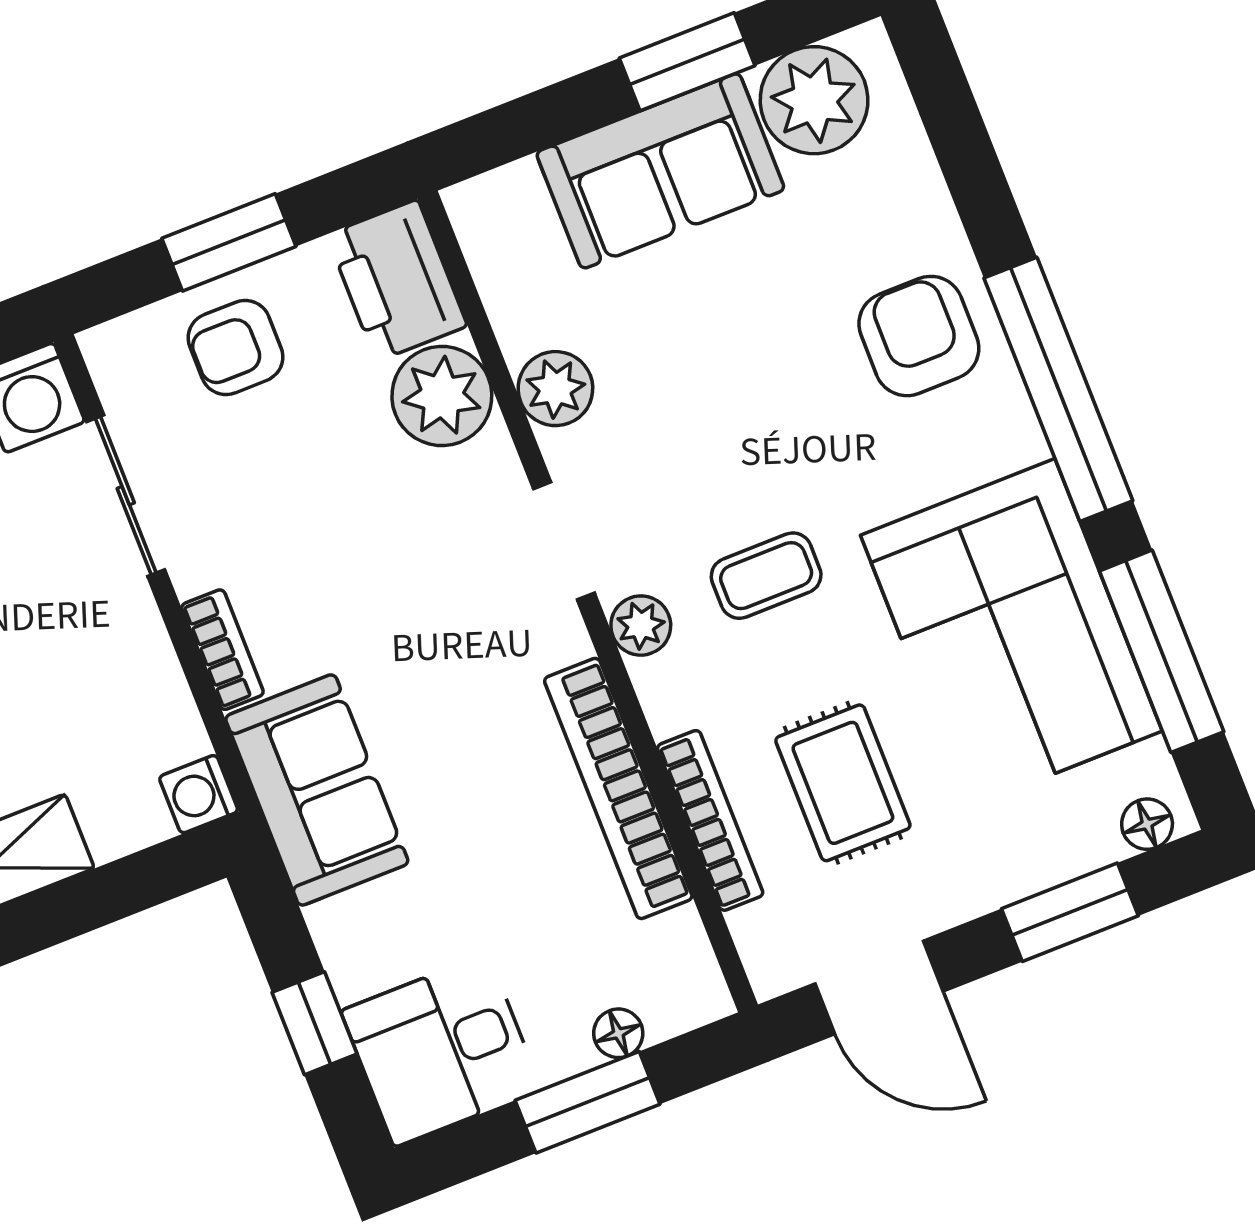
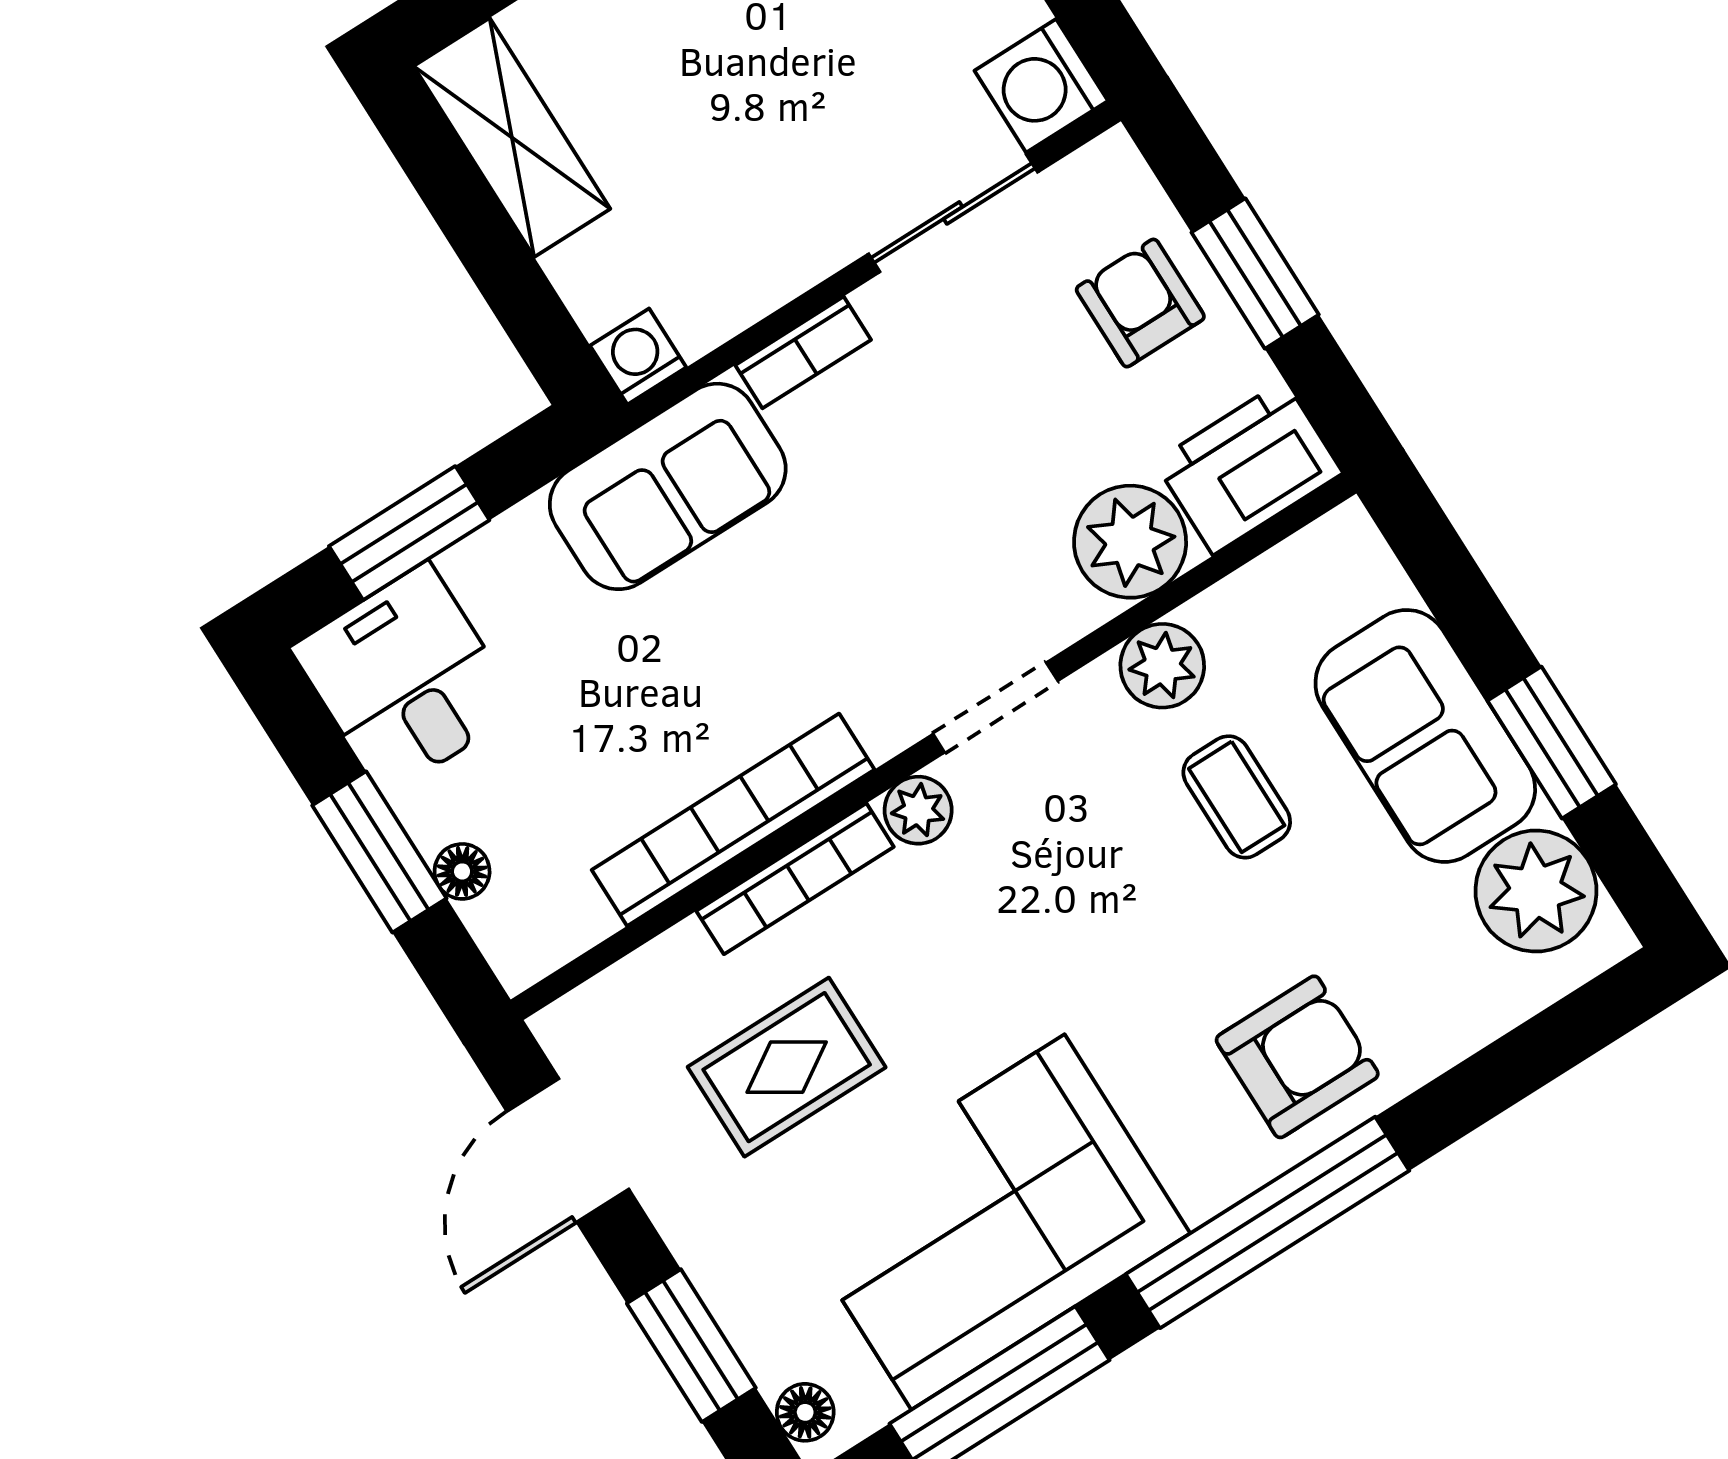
coffee table: (766, 576) -> (1237, 797), moved
bookcase: (710, 820) -> (795, 879), moved
window: (314, 1023) -> (409, 533), width x1.50

